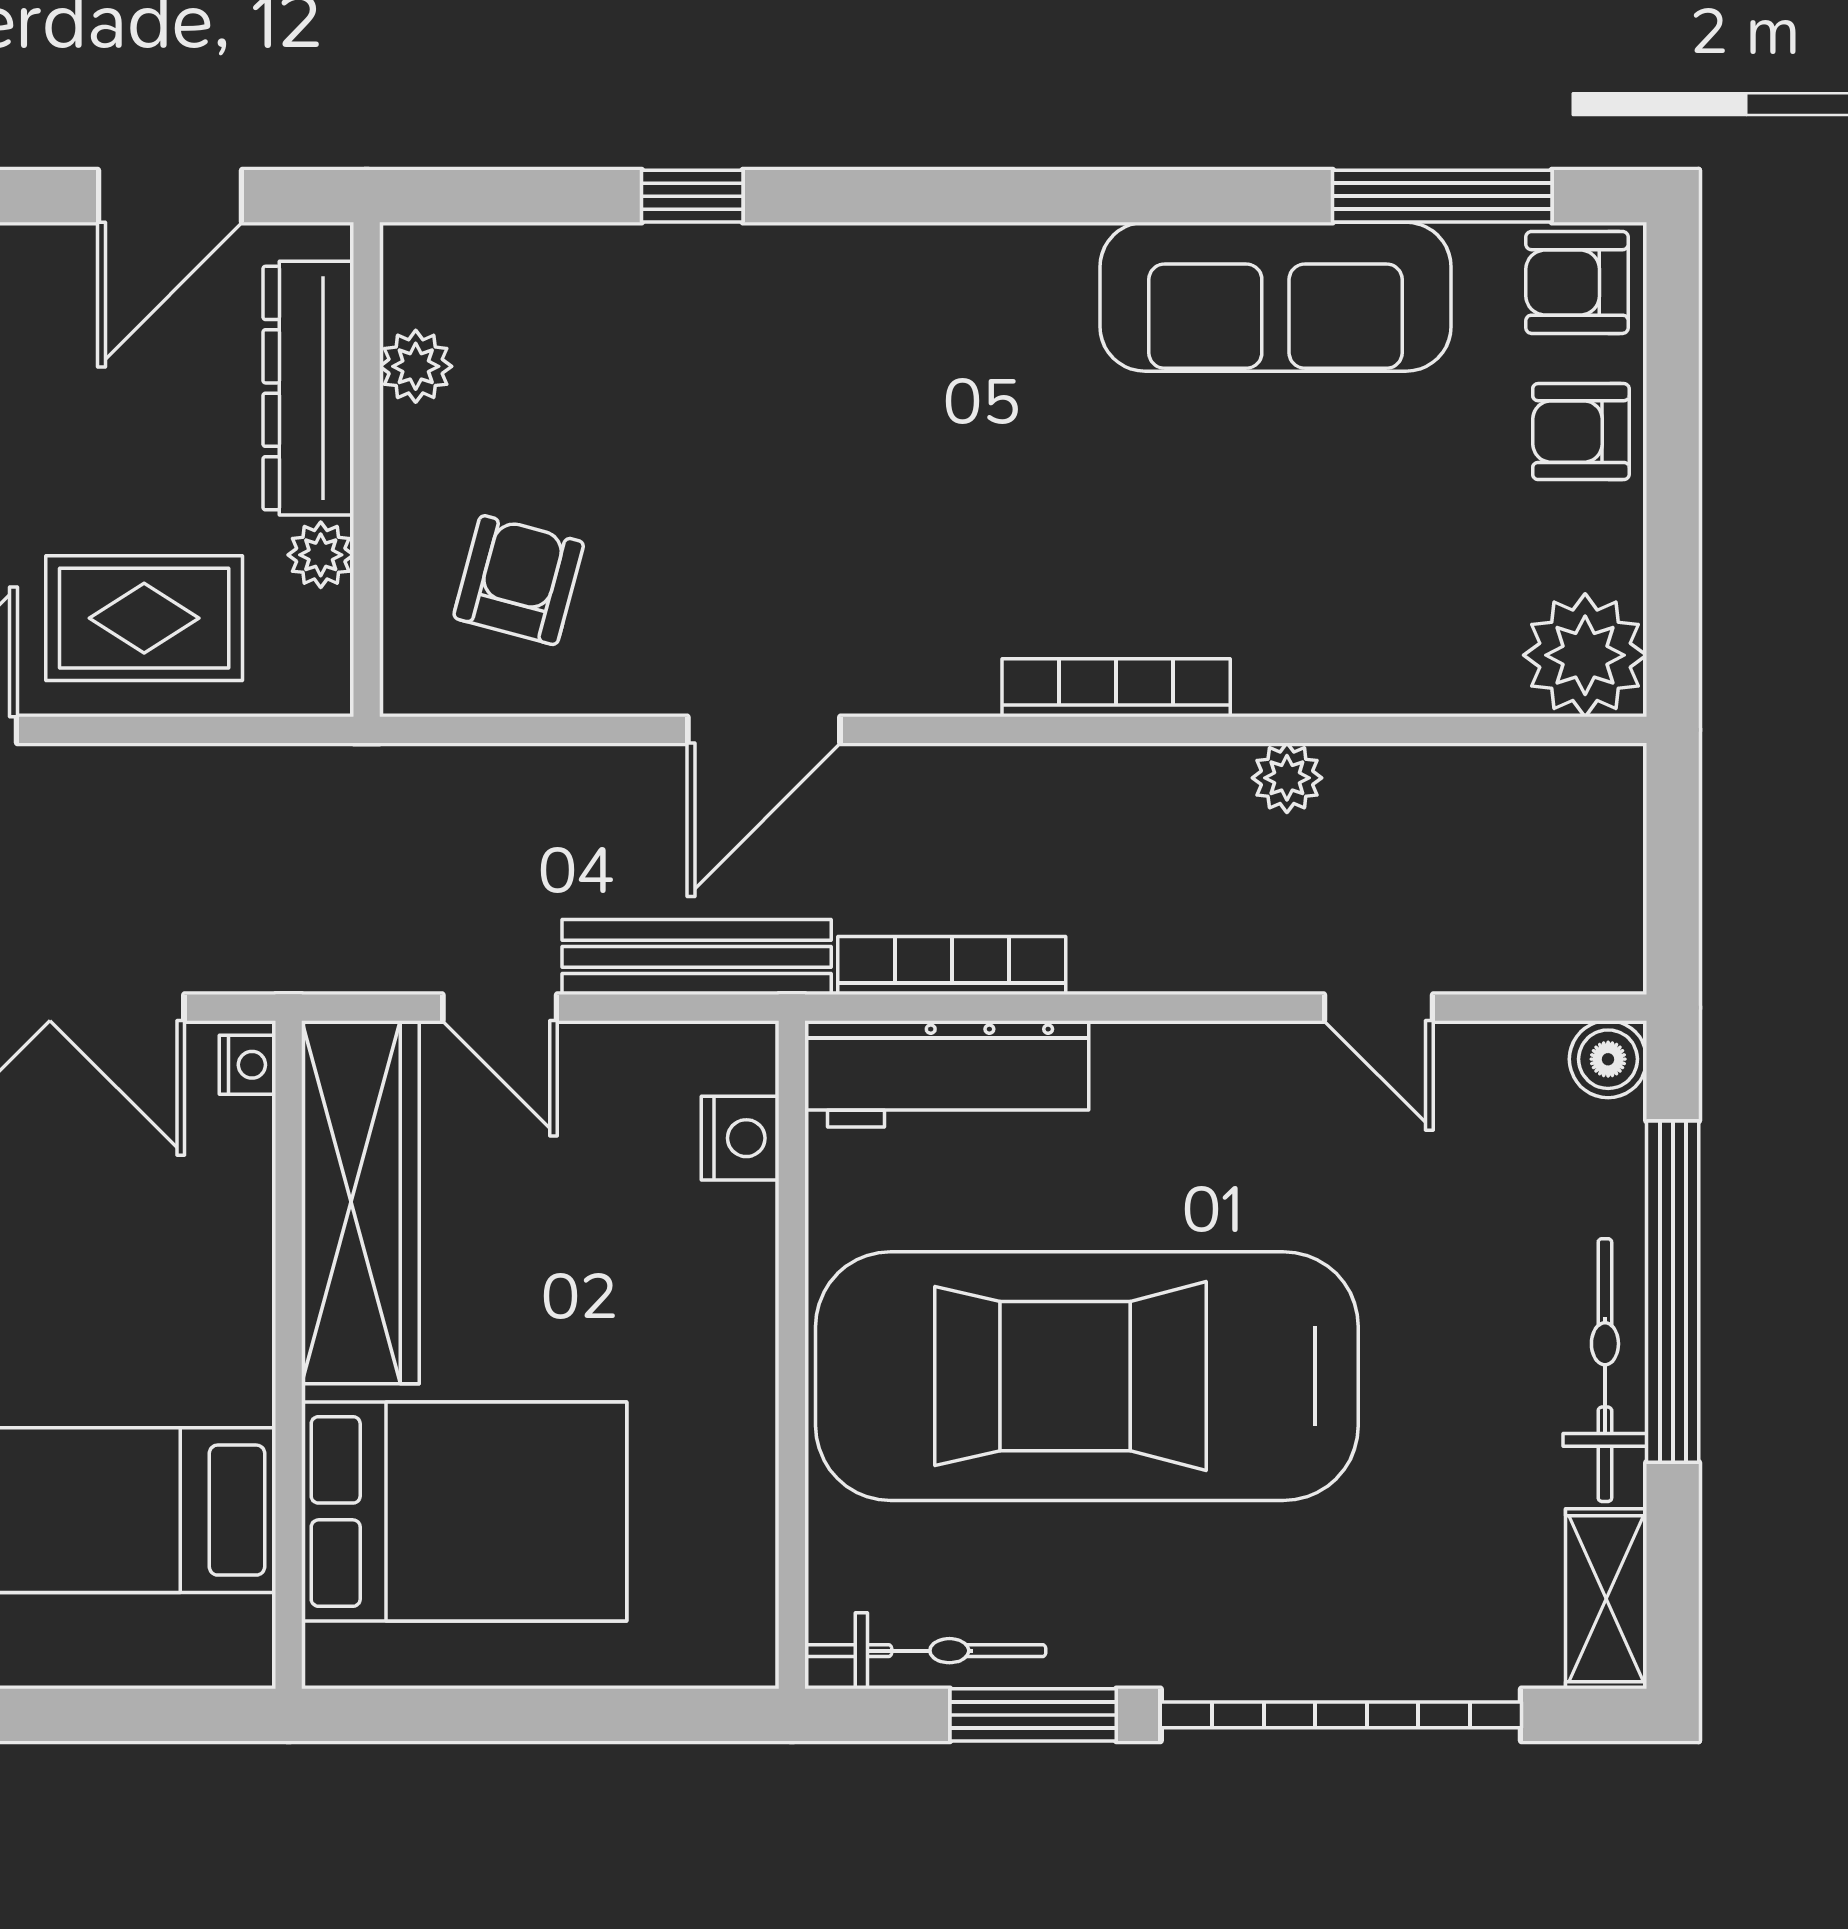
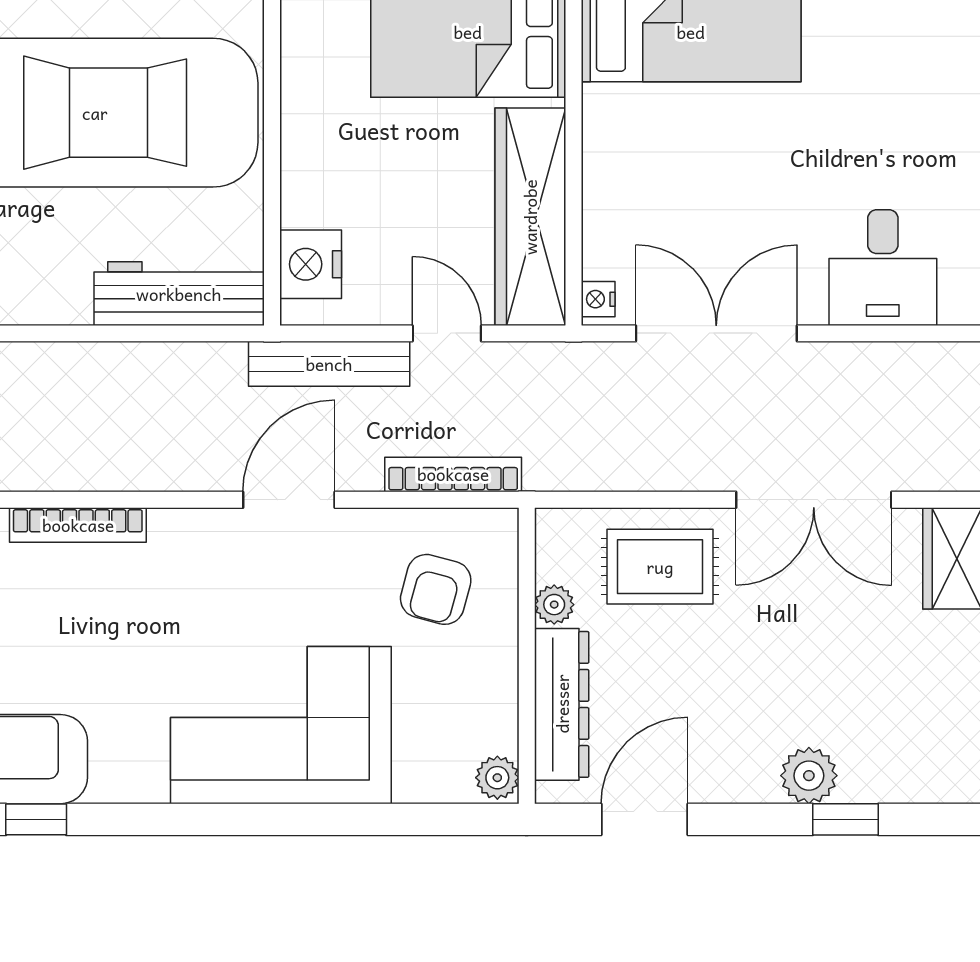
window: (692, 196) -> (36, 819), moved
corner sofa: (777, 354) -> (281, 725), added
plant: (416, 366) -> (497, 778), moved
bookcase: (952, 965) -> (453, 474), moved, turned 180
nightstand: (740, 1138) -> (311, 264), width x1.36, depth x1.33

